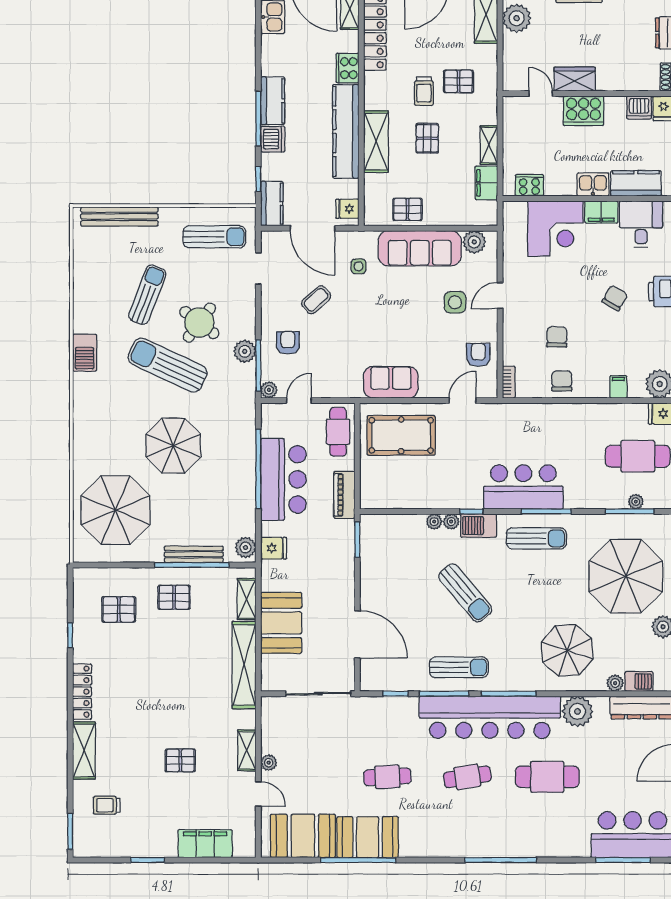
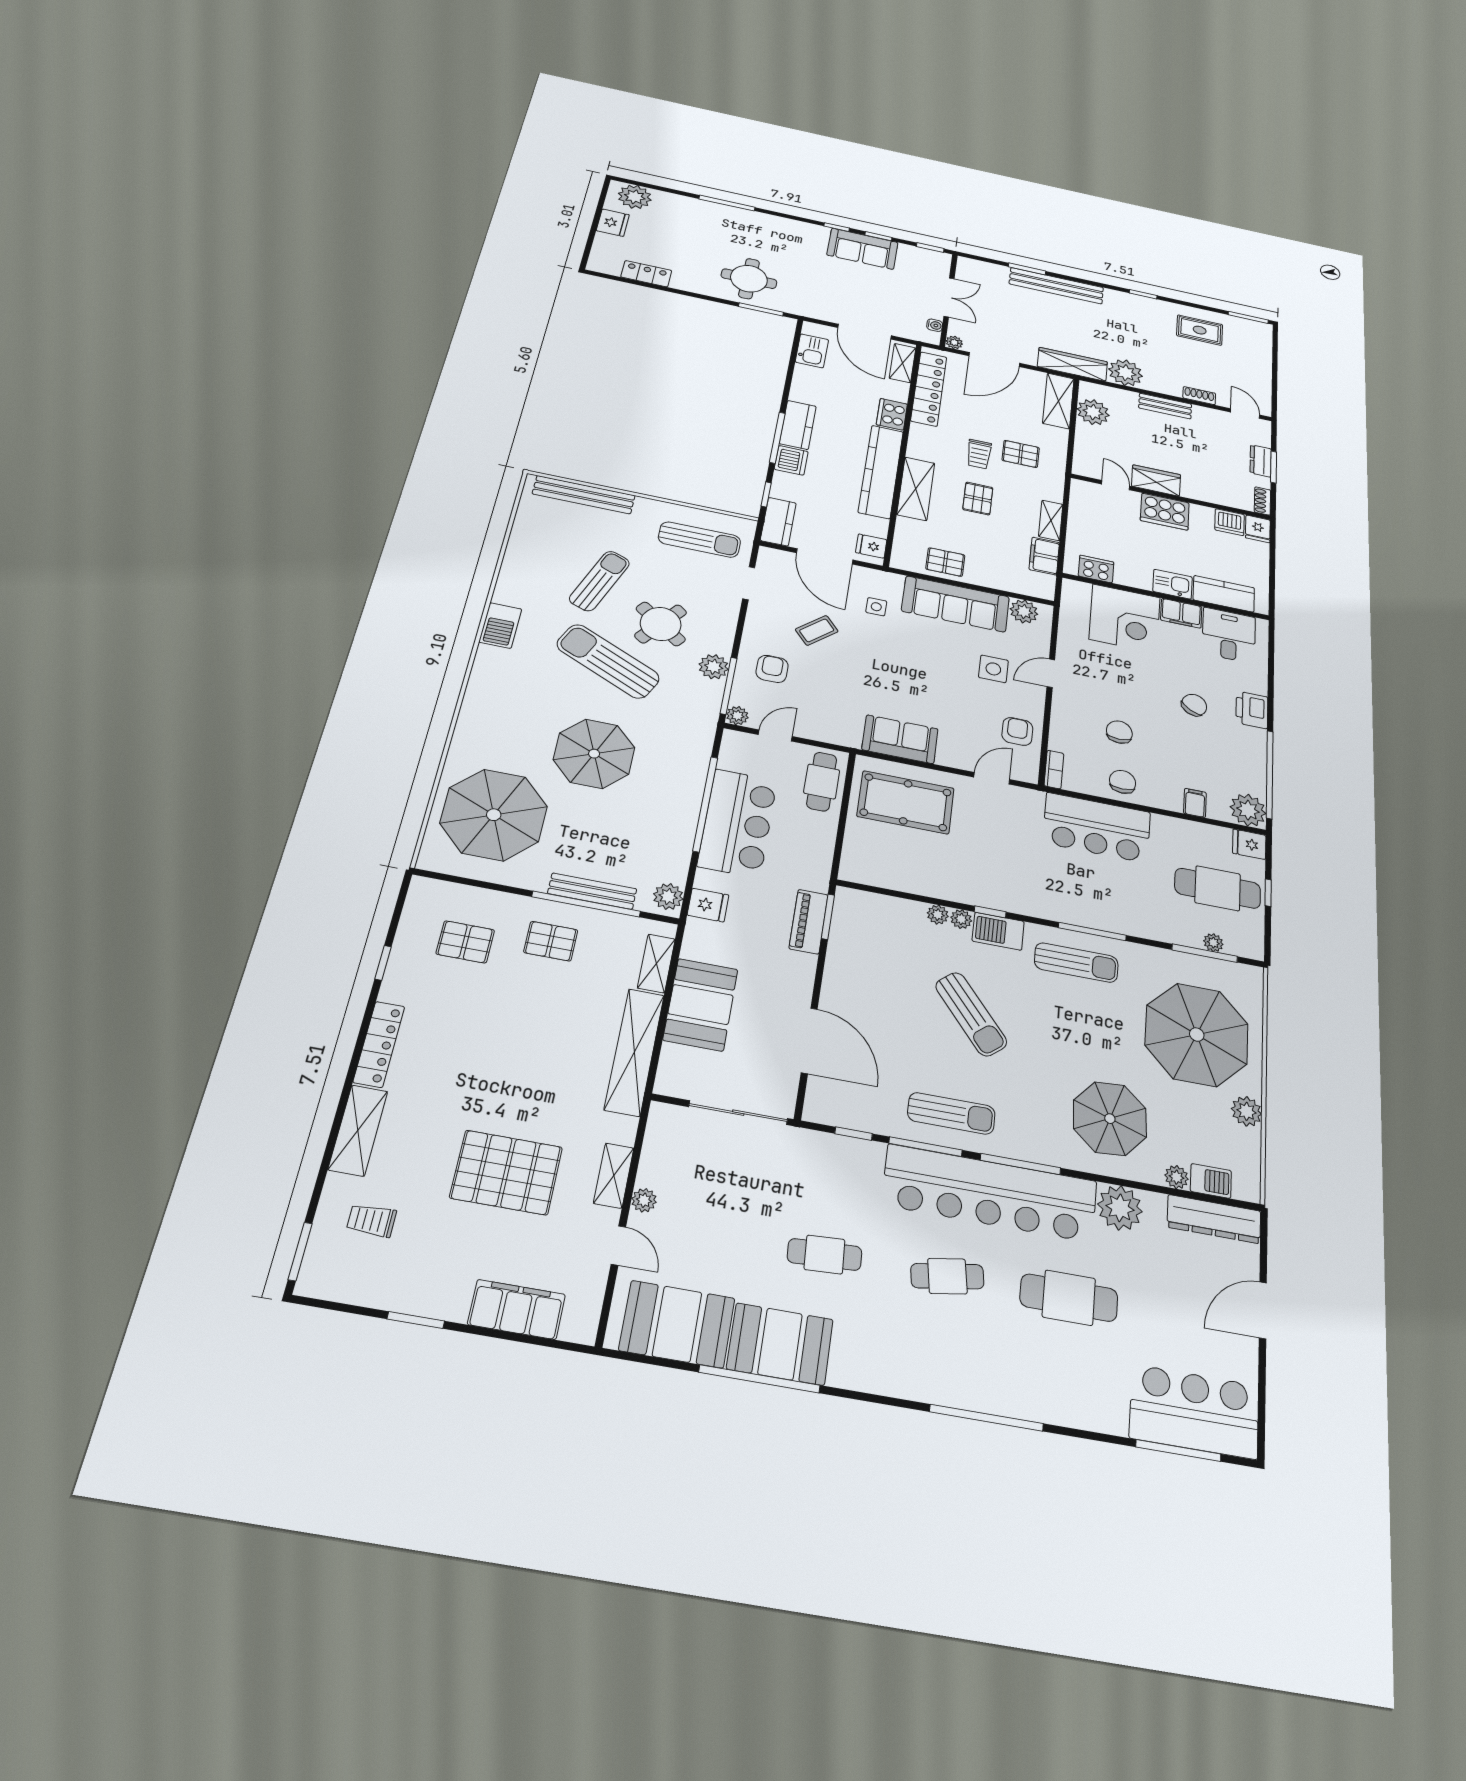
bar counter: (523, 487) -> (1097, 828), moved, turned 180
piano: (344, 495) -> (808, 922), moved
pallet: (180, 761) -> (506, 1172), width x2.05, depth x2.00

